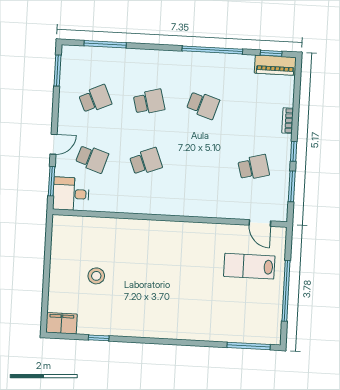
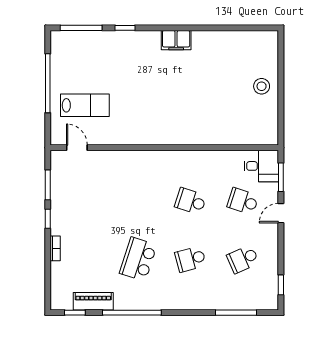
piano: (275, 65) -> (93, 301), moved
window: (57, 70) -> (281, 285), width x0.67
school desk: (203, 105) -> (138, 259), width x1.85
school desk: (146, 162) -> (191, 201), turned 39
school desk: (254, 167) -> (86, 201), removed
stool: (96, 276) -> (262, 86), moved
filing cabinet: (61, 323) -> (176, 40), moved
window: (99, 338) -> (125, 28), moved

